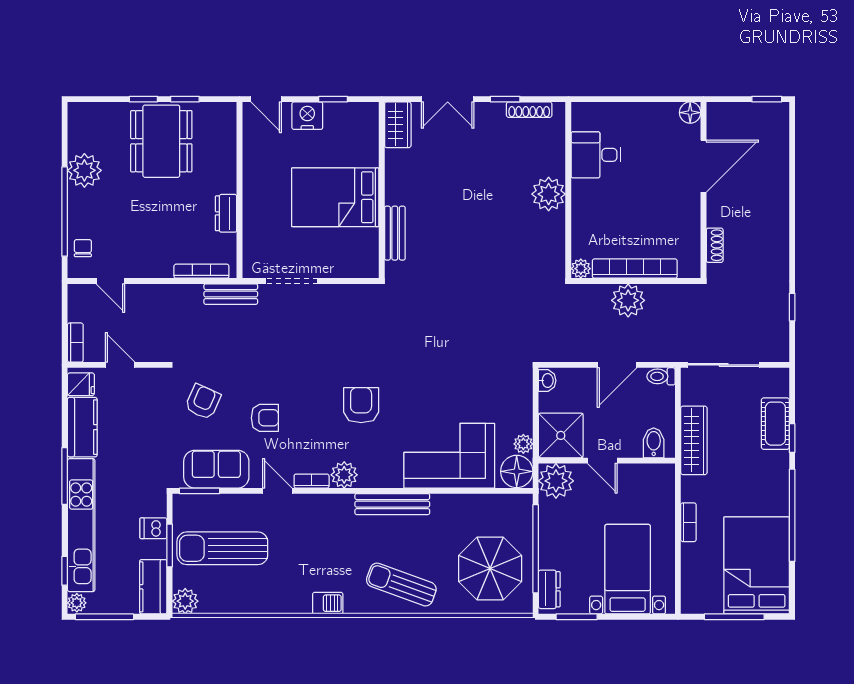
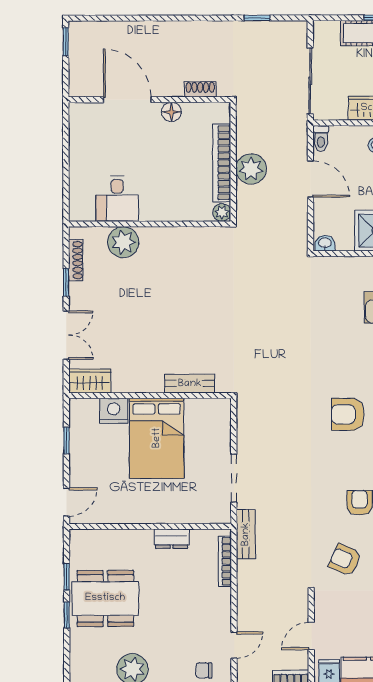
floor lamp: (690, 113) -> (171, 112), moved
nightstand: (307, 116) -> (114, 411), moved, turned 90
plant: (549, 194) -> (123, 242), moved

